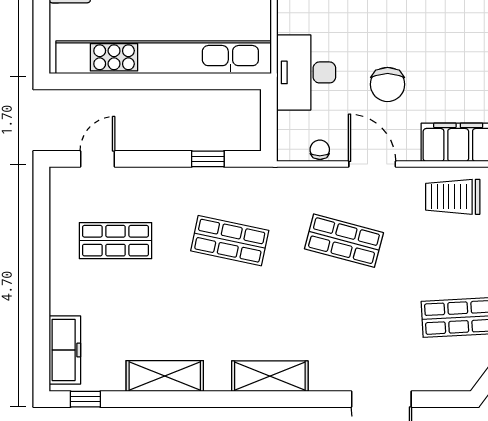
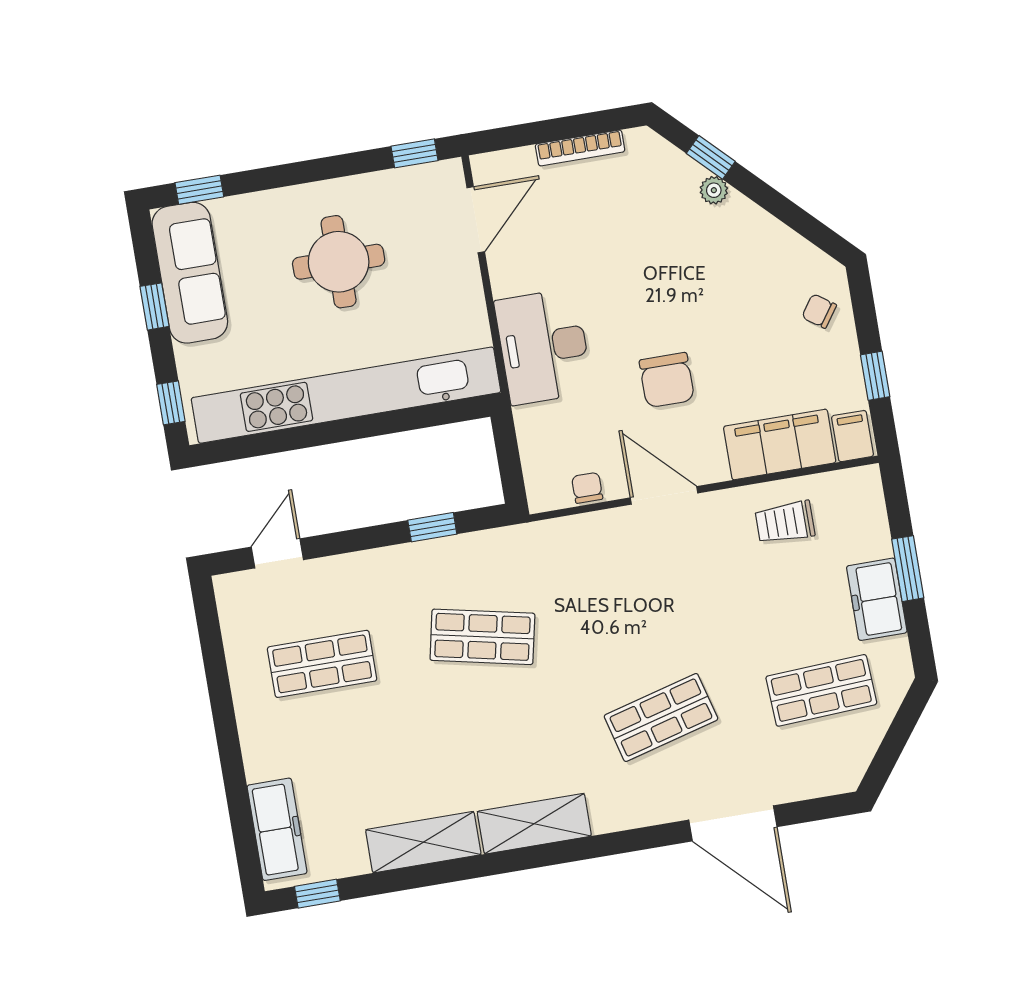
window: (41, 42) -> (171, 403), added
desk: (306, 72) -> (544, 347), moved
trolley: (453, 197) -> (785, 522), width x0.73, depth x0.72
shop shelf: (344, 241) -> (661, 717), moved, turned -30
shelving: (270, 376) -> (534, 824), moved

